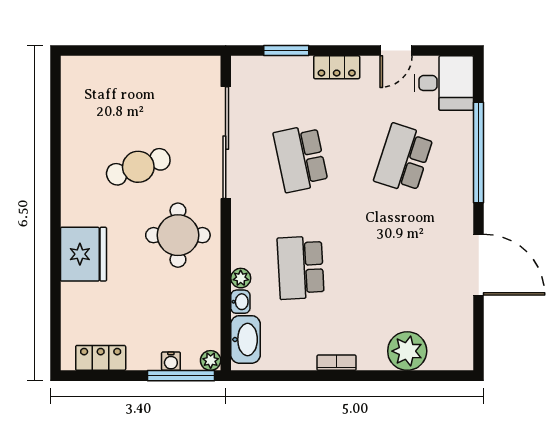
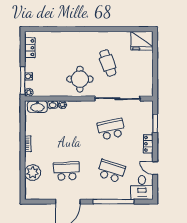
fridge: (84, 254) -> (142, 41), moved
school desk: (301, 268) -> (67, 171), moved

